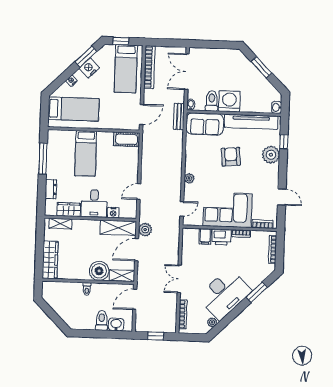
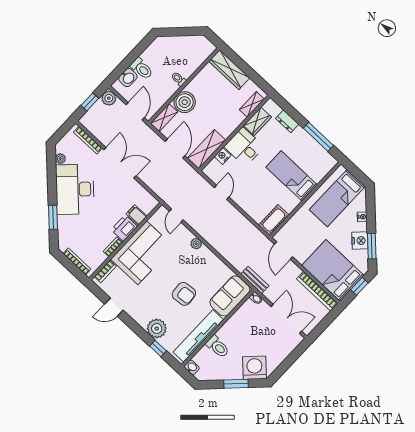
bed: (126, 69) -> (333, 270), width x1.50
toilet: (212, 101) -> (218, 347), moved
washing machine: (229, 101) -> (254, 368), moved, turned -135
plant: (145, 230) -> (109, 98), moved
double door: (179, 279) -> (120, 163), width x1.37

